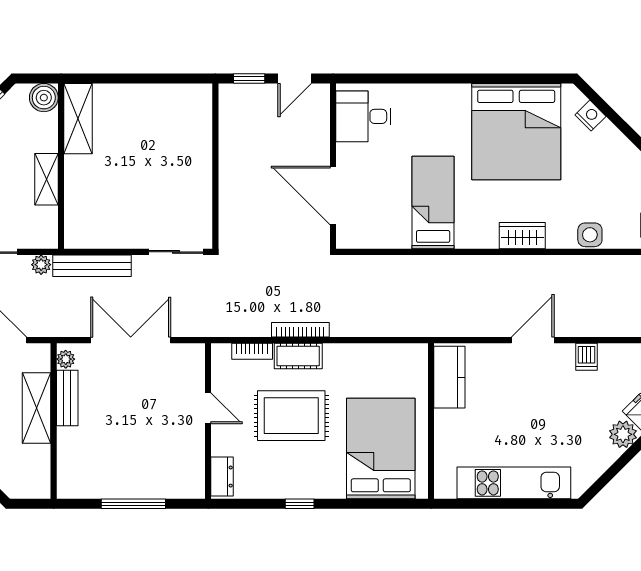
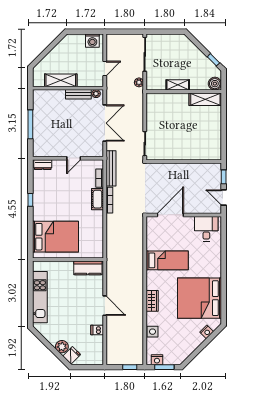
bench: (92, 266) -> (111, 168), moved
shelving: (37, 408) -> (61, 80), moved
rug: (291, 416) -> (70, 196), removed

